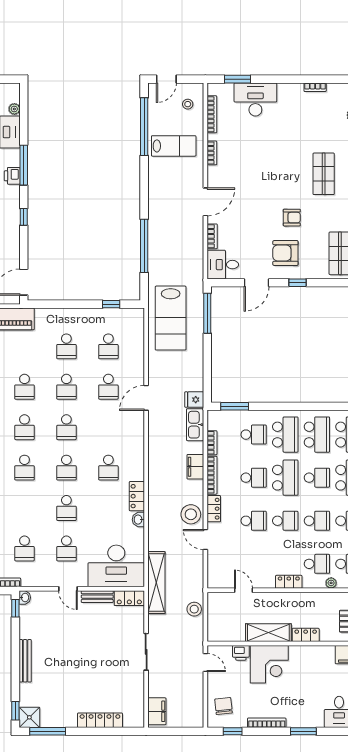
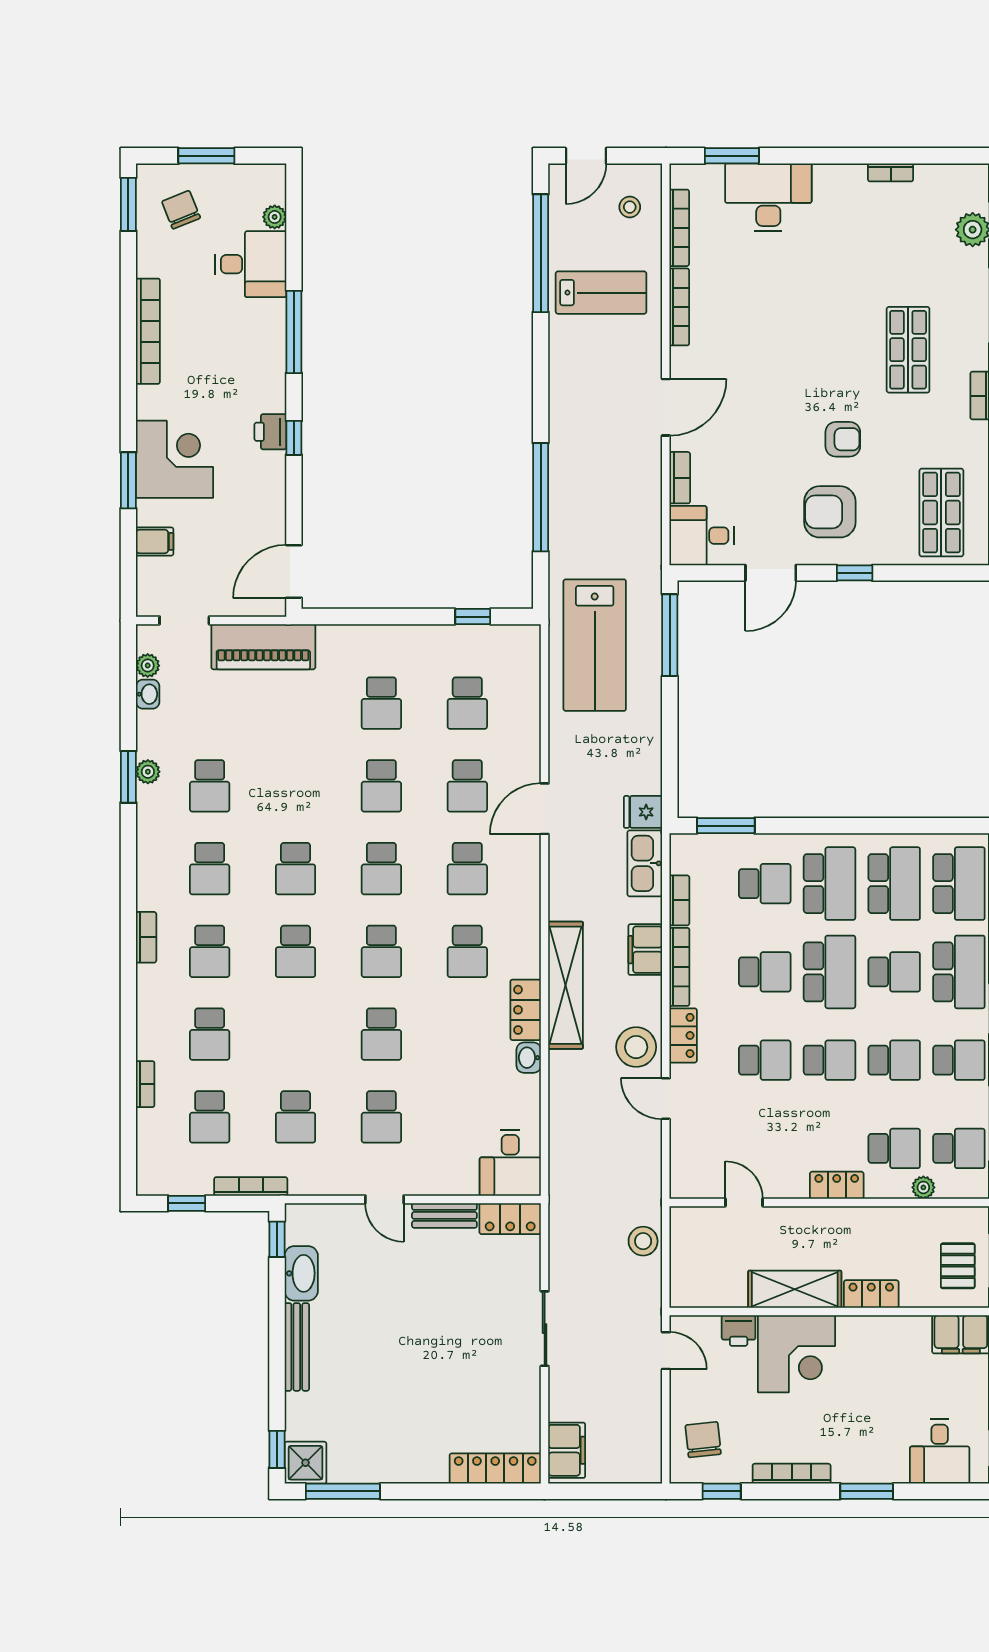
bookcase: (212, 153) -> (679, 307), width x1.56
printer: (12, 176) -> (270, 432), moved
school desk: (24, 387) -> (467, 869), moved
desk: (116, 566) -> (510, 1163), width x0.53, depth x0.77
shelving: (156, 583) -> (566, 985), moved
washbasin: (25, 597) -> (301, 1273), moved, width x1.91, depth x1.45
locker: (100, 720) -> (495, 1469), moved

